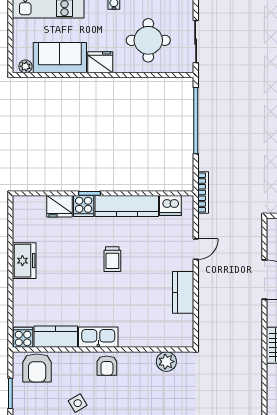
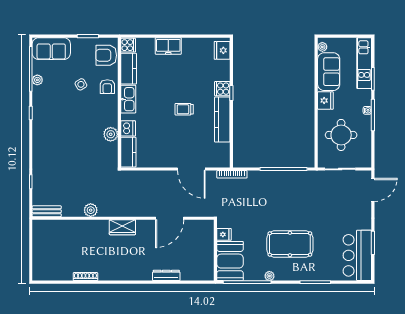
fridge: (60, 206) -> (222, 50), moved
dishwasher: (170, 206) -> (128, 128), moved, turned 180
door: (196, 249) -> (191, 169), width x1.87
freezer: (24, 261) -> (168, 46), moved
kitchen counter: (183, 292) -> (128, 152), moved, turned 90
plant: (166, 362) -> (111, 134), moved
armchair: (107, 366) -> (107, 87), moved, turned -90
plant: (253, 390) -> (91, 210), added

